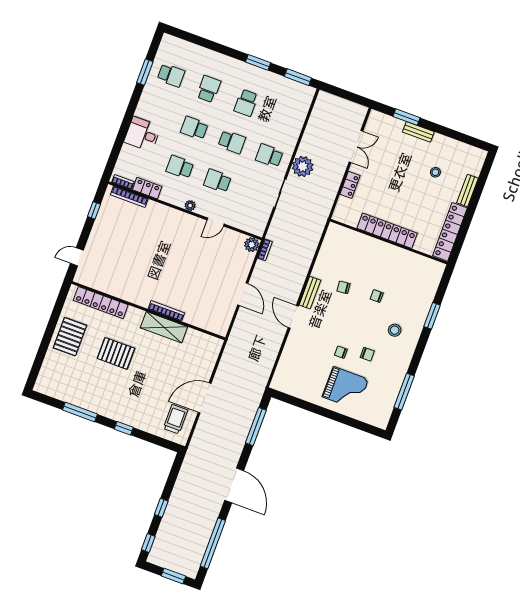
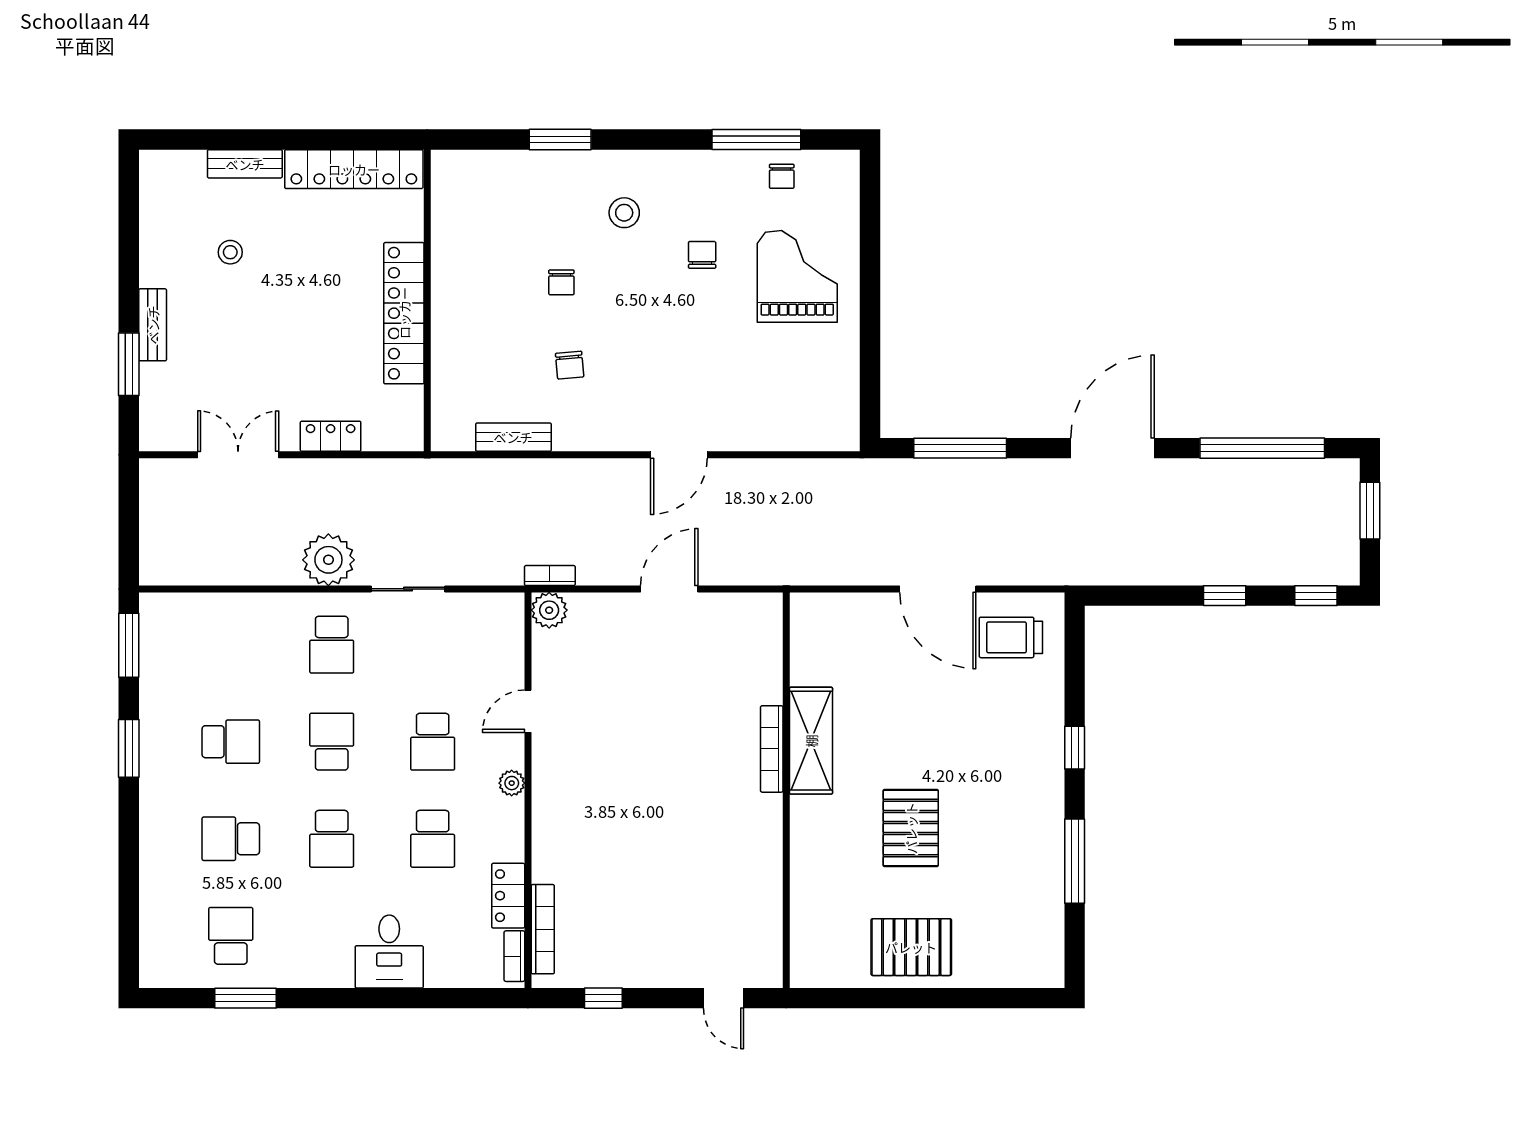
door: (216, 222) -> (528, 711), swing flipped
bench: (310, 293) -> (513, 437), moved
locker: (101, 303) -> (808, 906), removed
chair: (341, 352) -> (782, 176), moved

